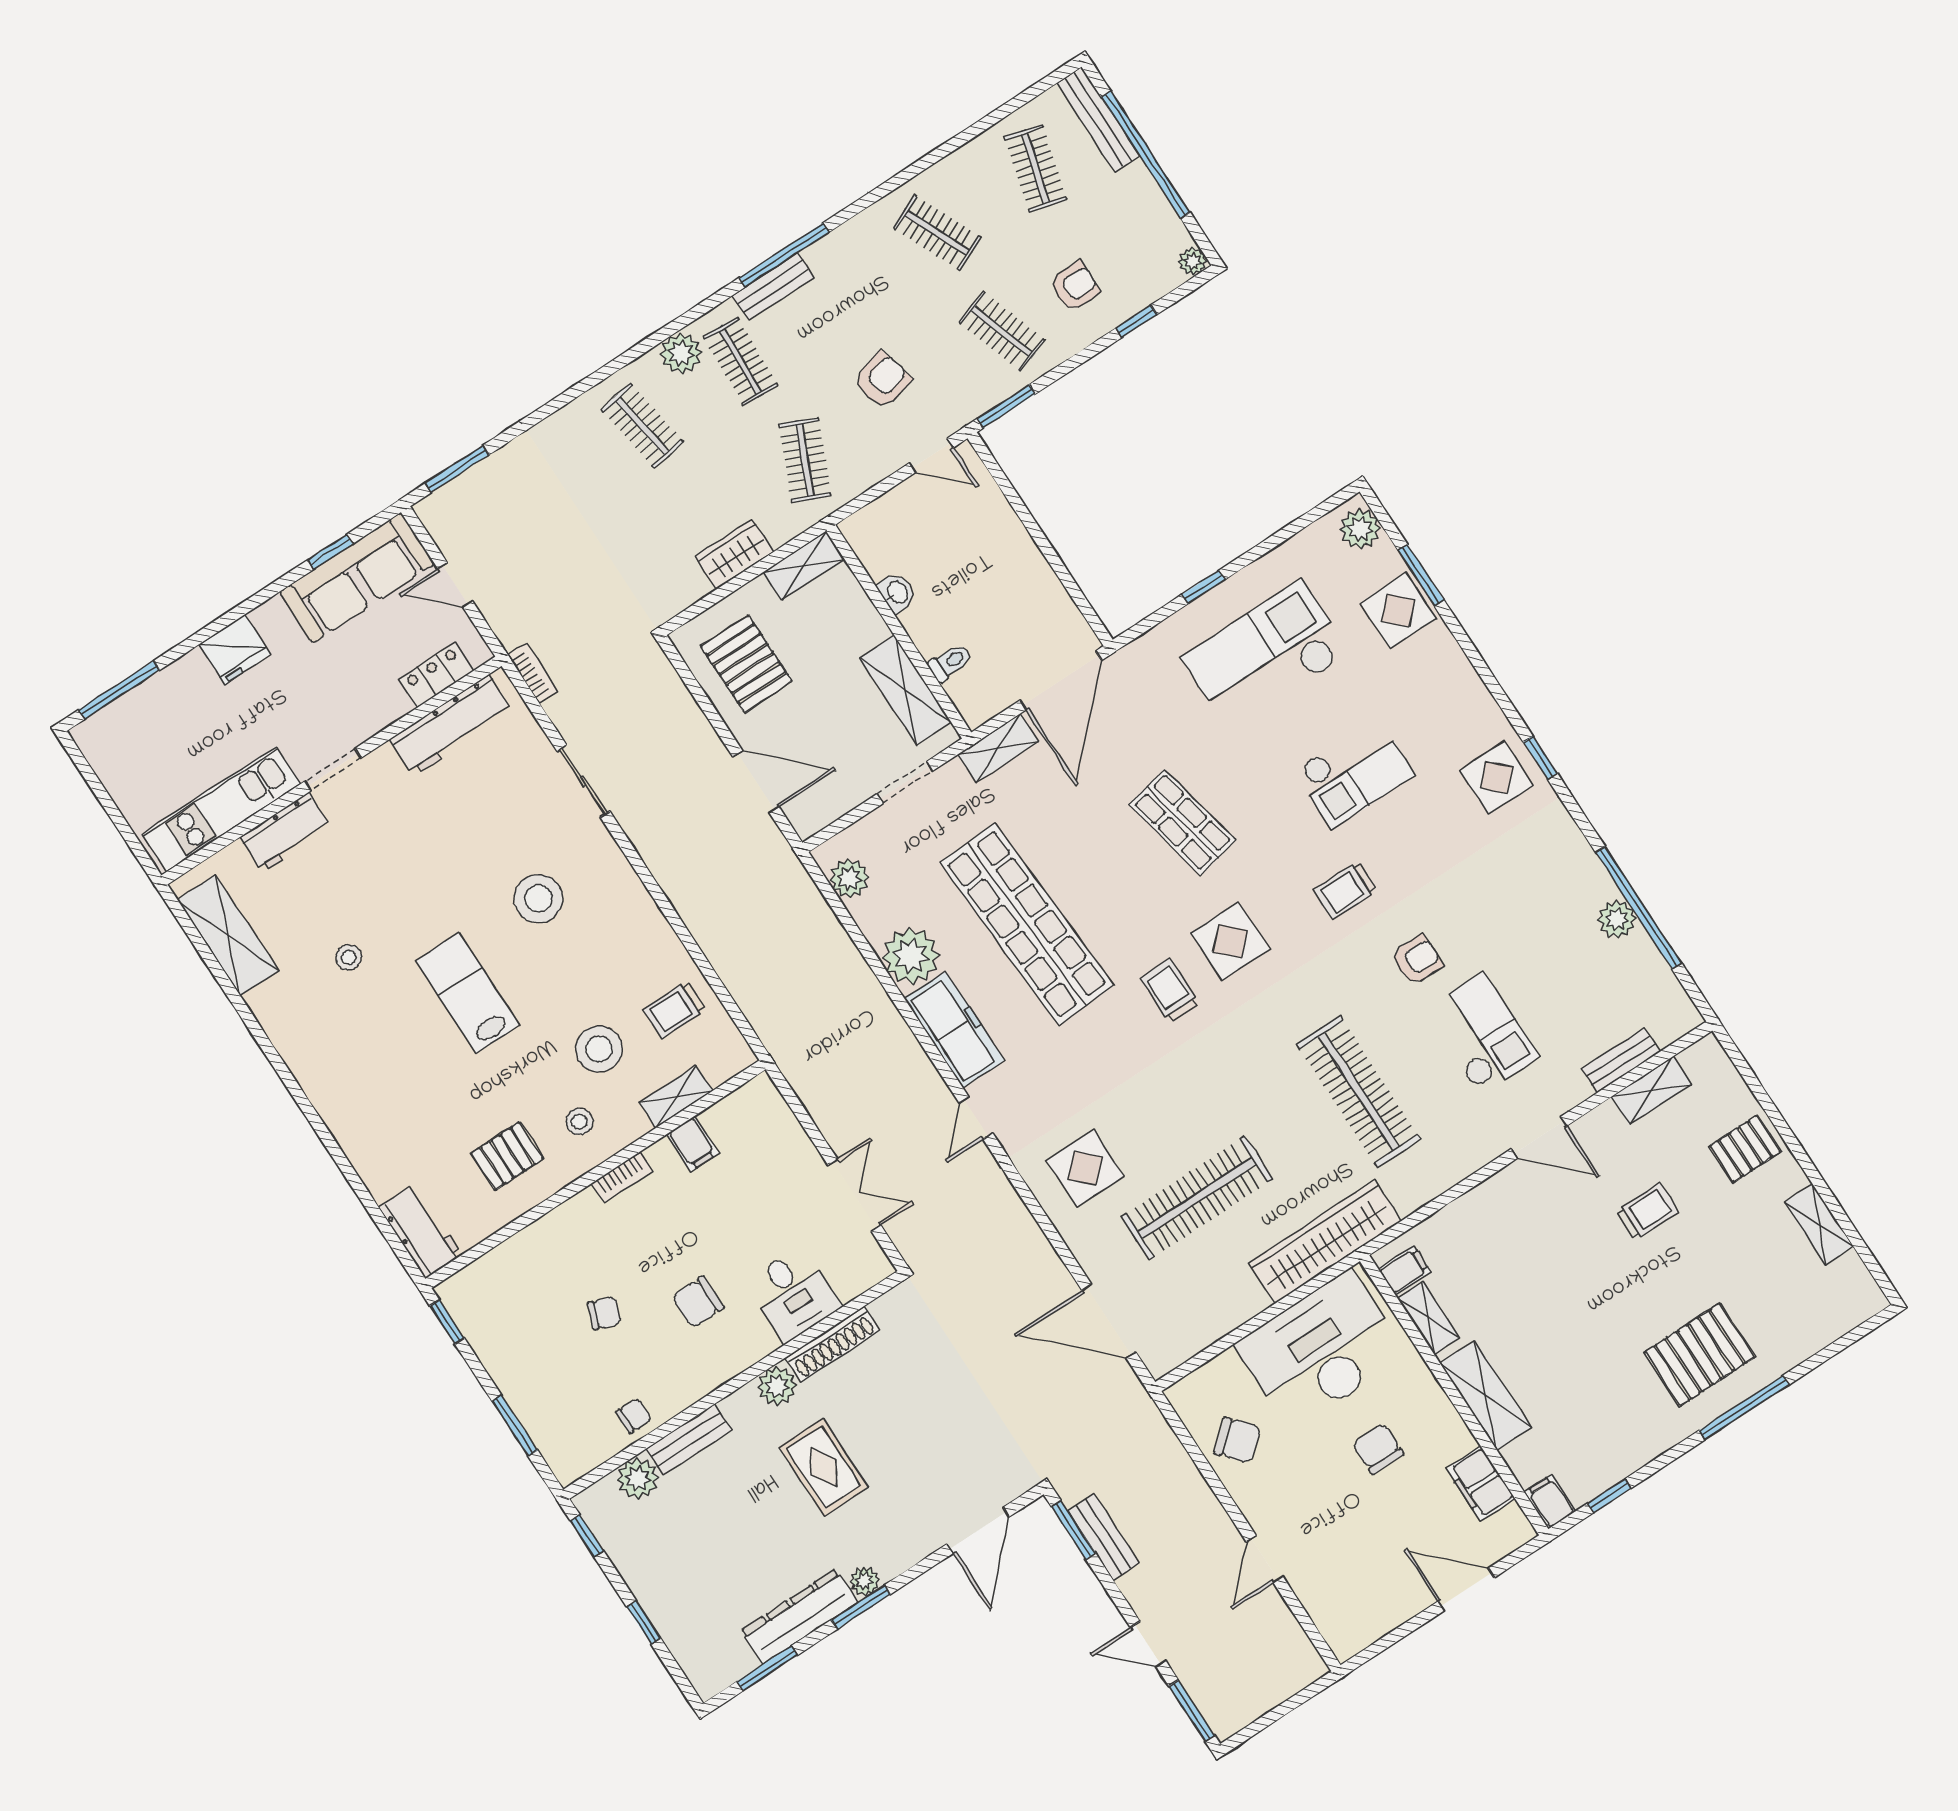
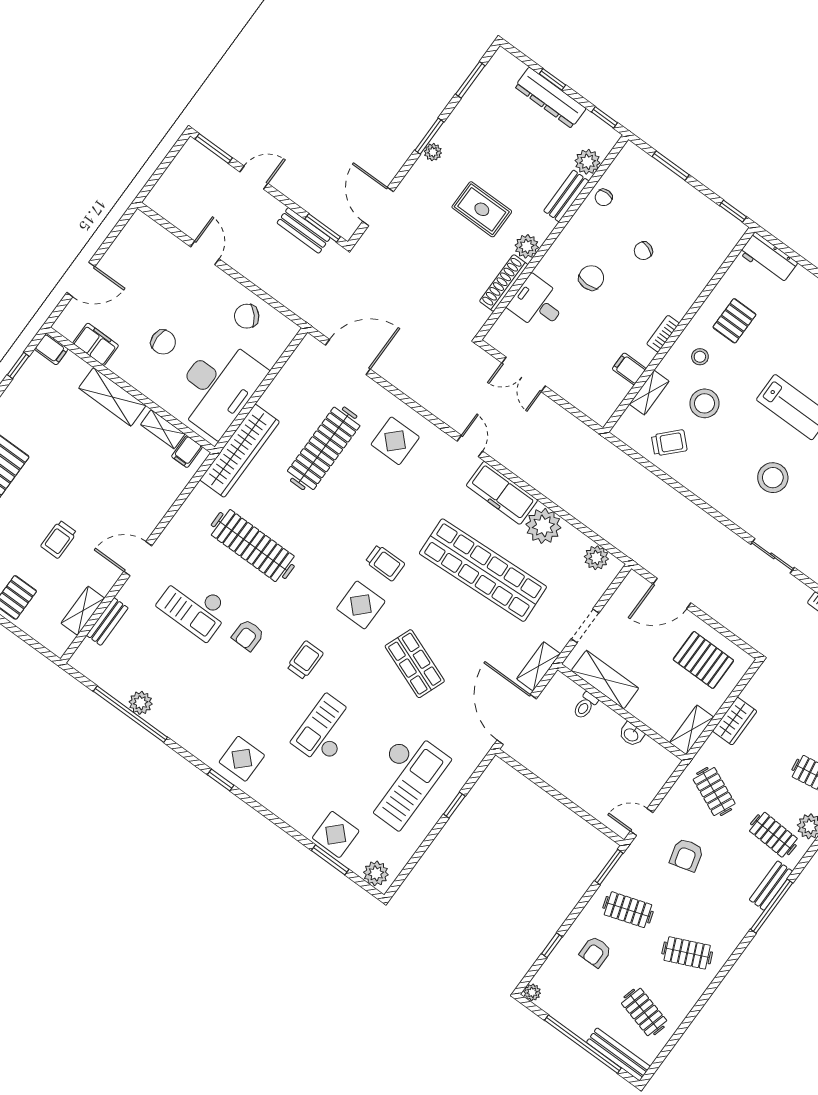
shop shelf: (1183, 822) -> (415, 664), turned 33
trolley: (675, 1010) -> (669, 443), turned 44
dresser: (799, 1617) -> (550, 98), moved, turned 90

